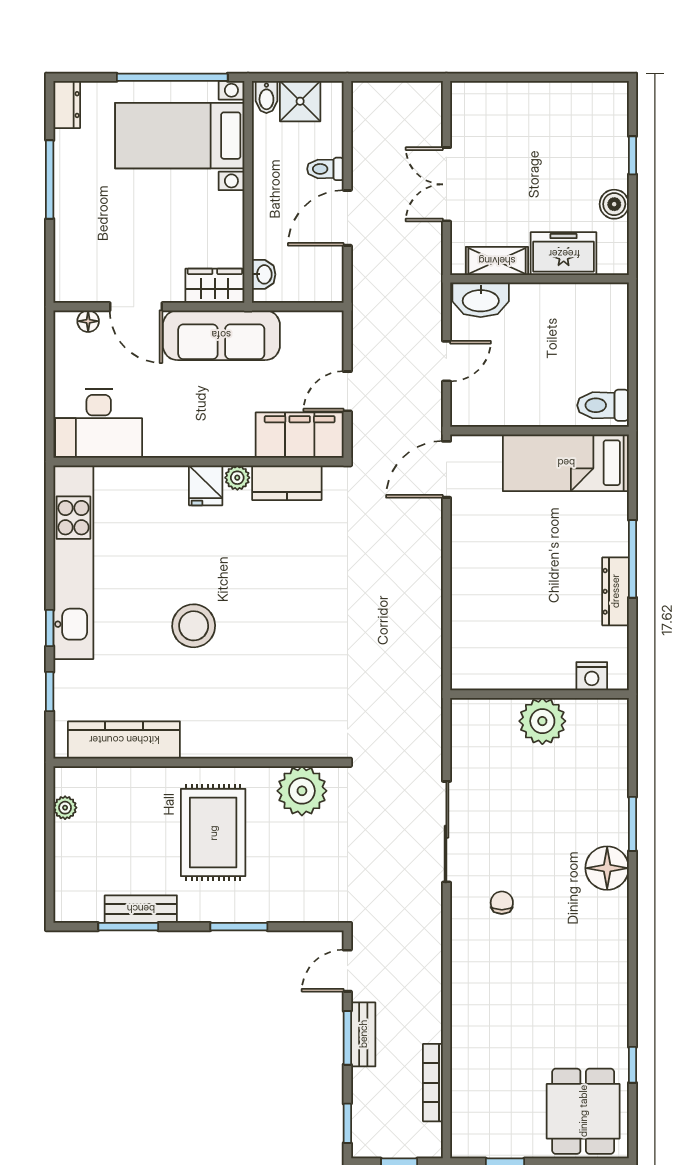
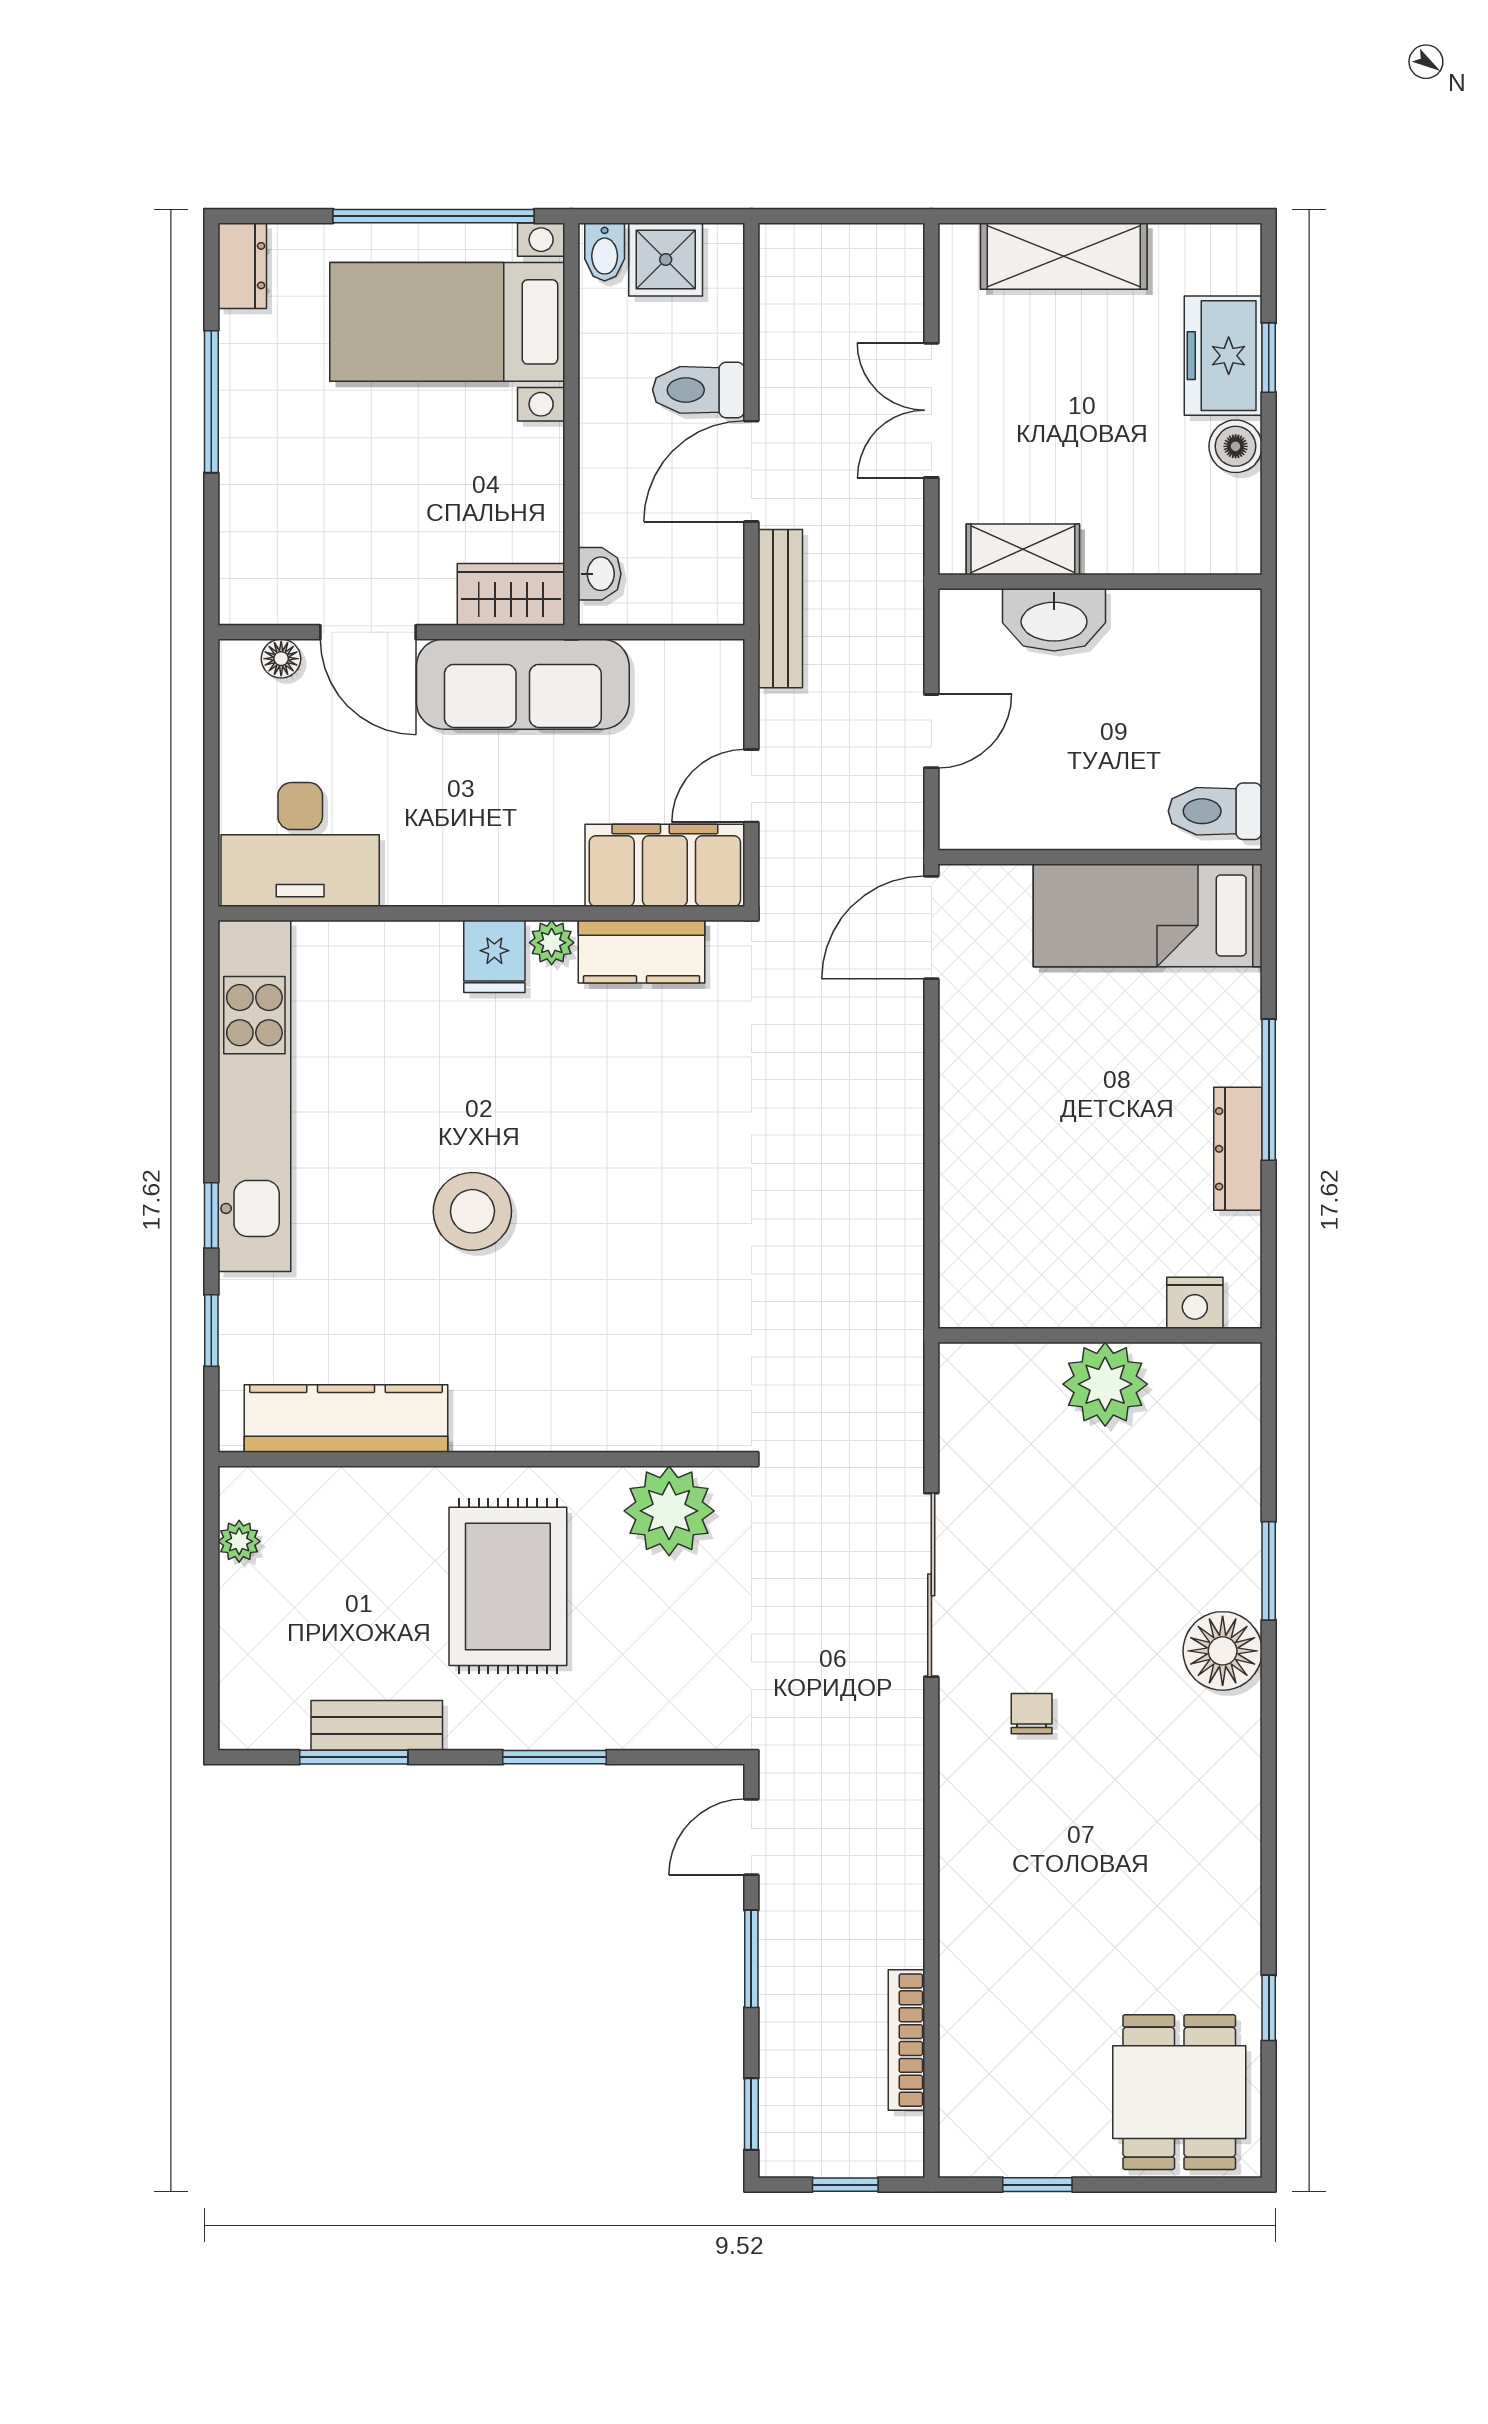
shelving: (519, 99) -> (1064, 256), added
toilet: (325, 169) -> (699, 390), width x1.37, depth x1.39
freezer: (564, 254) -> (1223, 356), moved, turned -90
washbasin: (481, 300) -> (1054, 620), moved
bench: (363, 1034) -> (780, 609), moved, width x1.36

